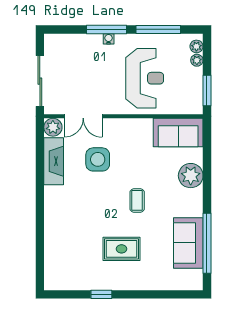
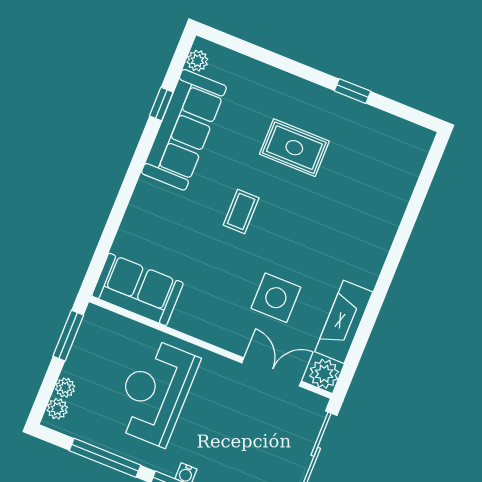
plant: (191, 176) -> (197, 61), moved, width x0.53, depth x0.53
sofa: (188, 243) -> (184, 130), width x1.36
window: (207, 243) -> (161, 104), width x0.32

